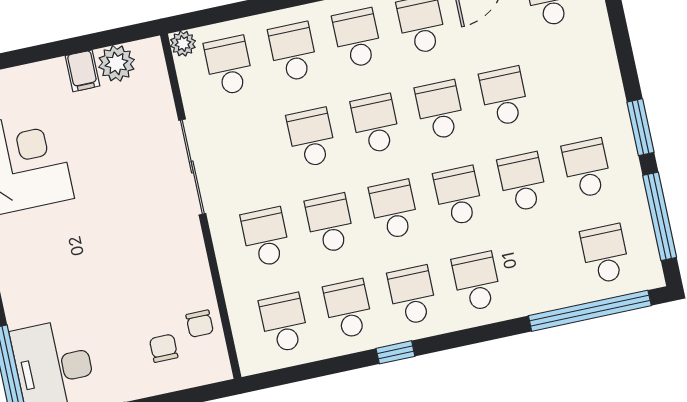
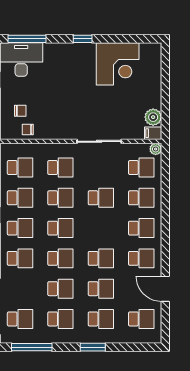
filing cabinet: (83, 71) -> (153, 133), moved
school desk: (376, 124) -> (101, 319), moved
window: (640, 127) -> (93, 347), moved

